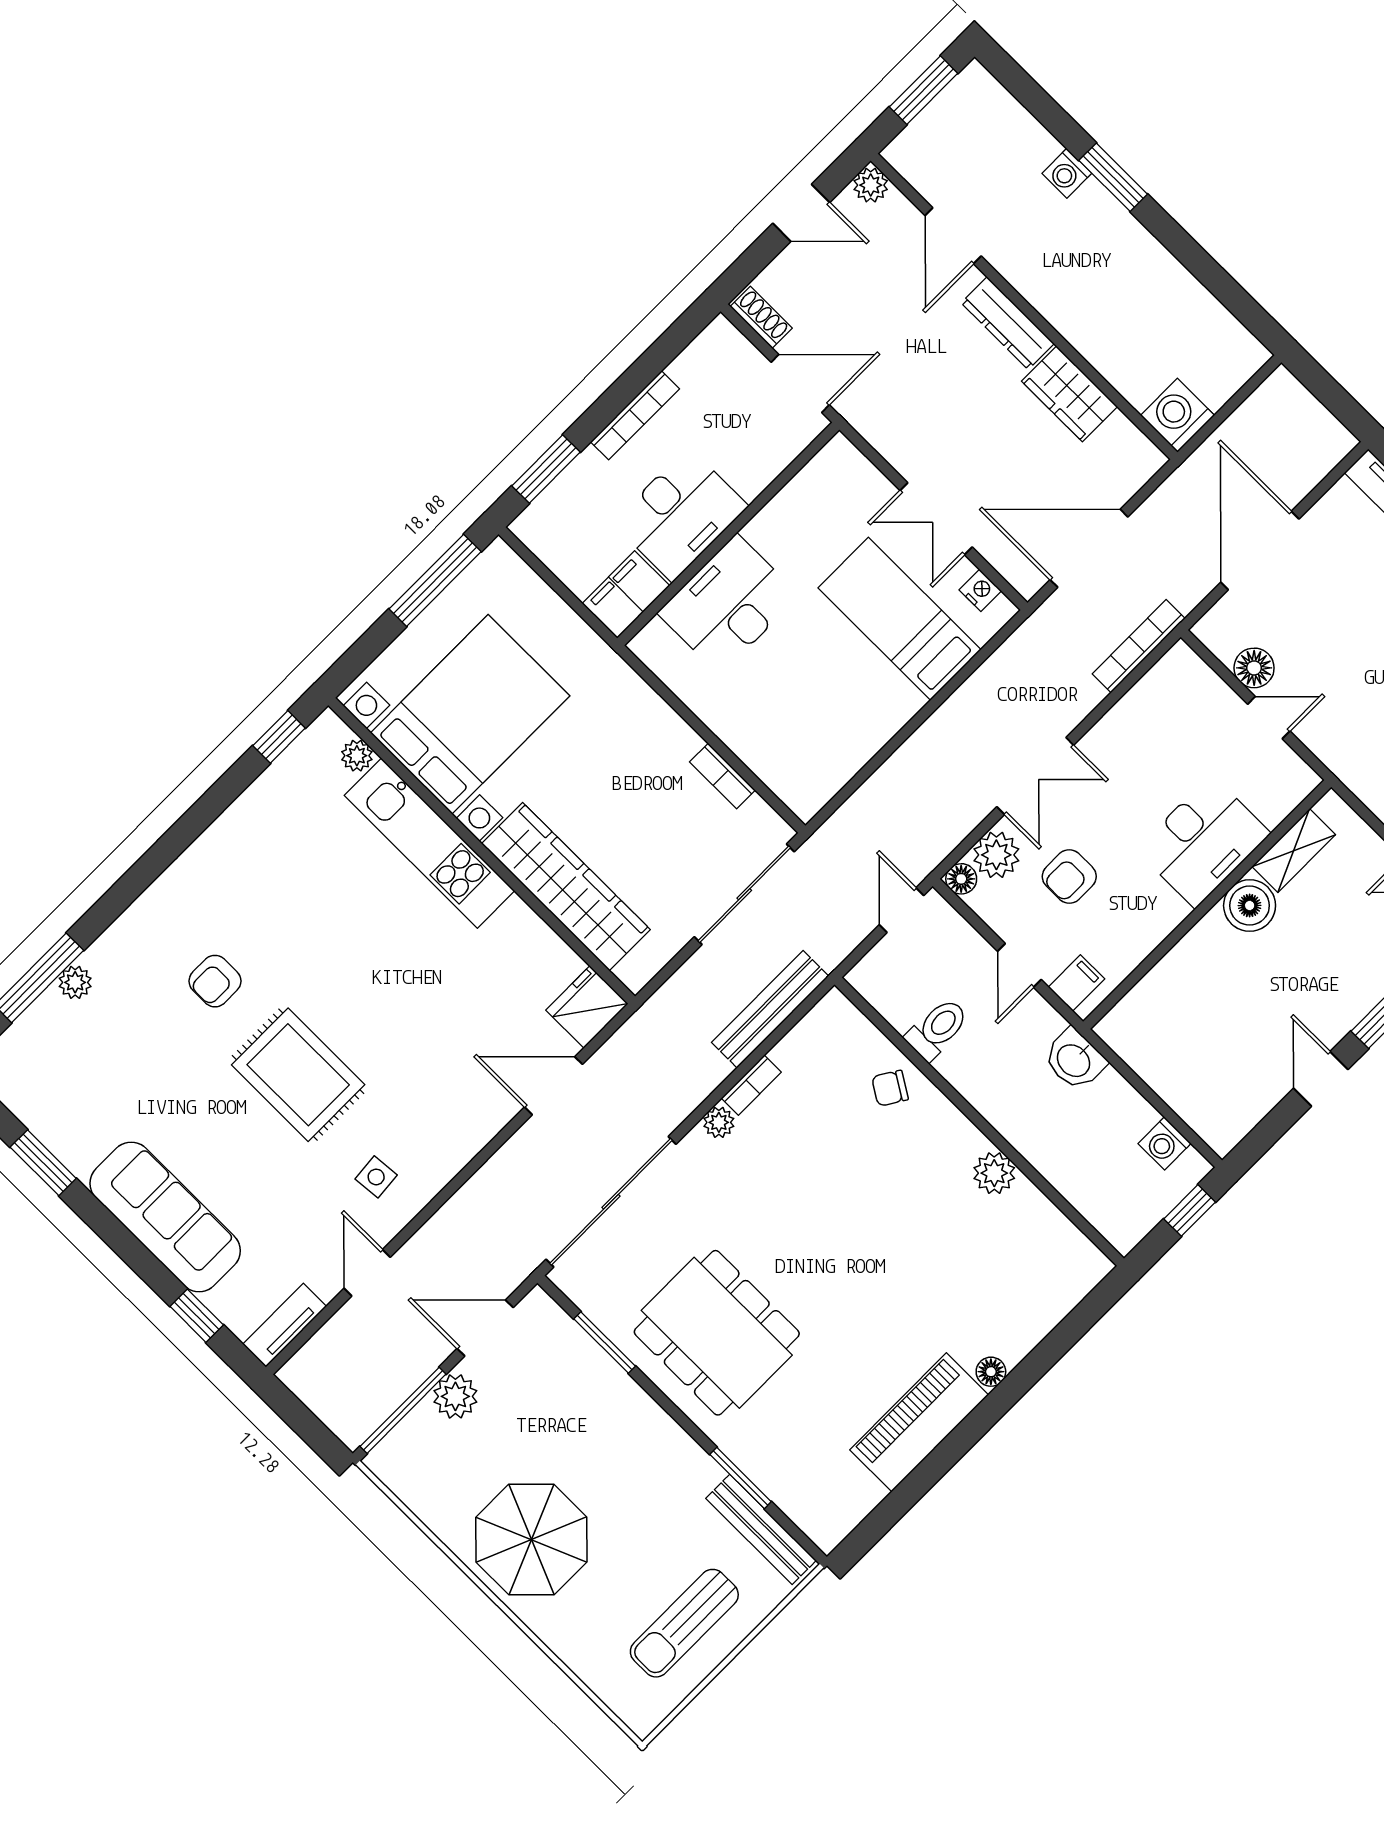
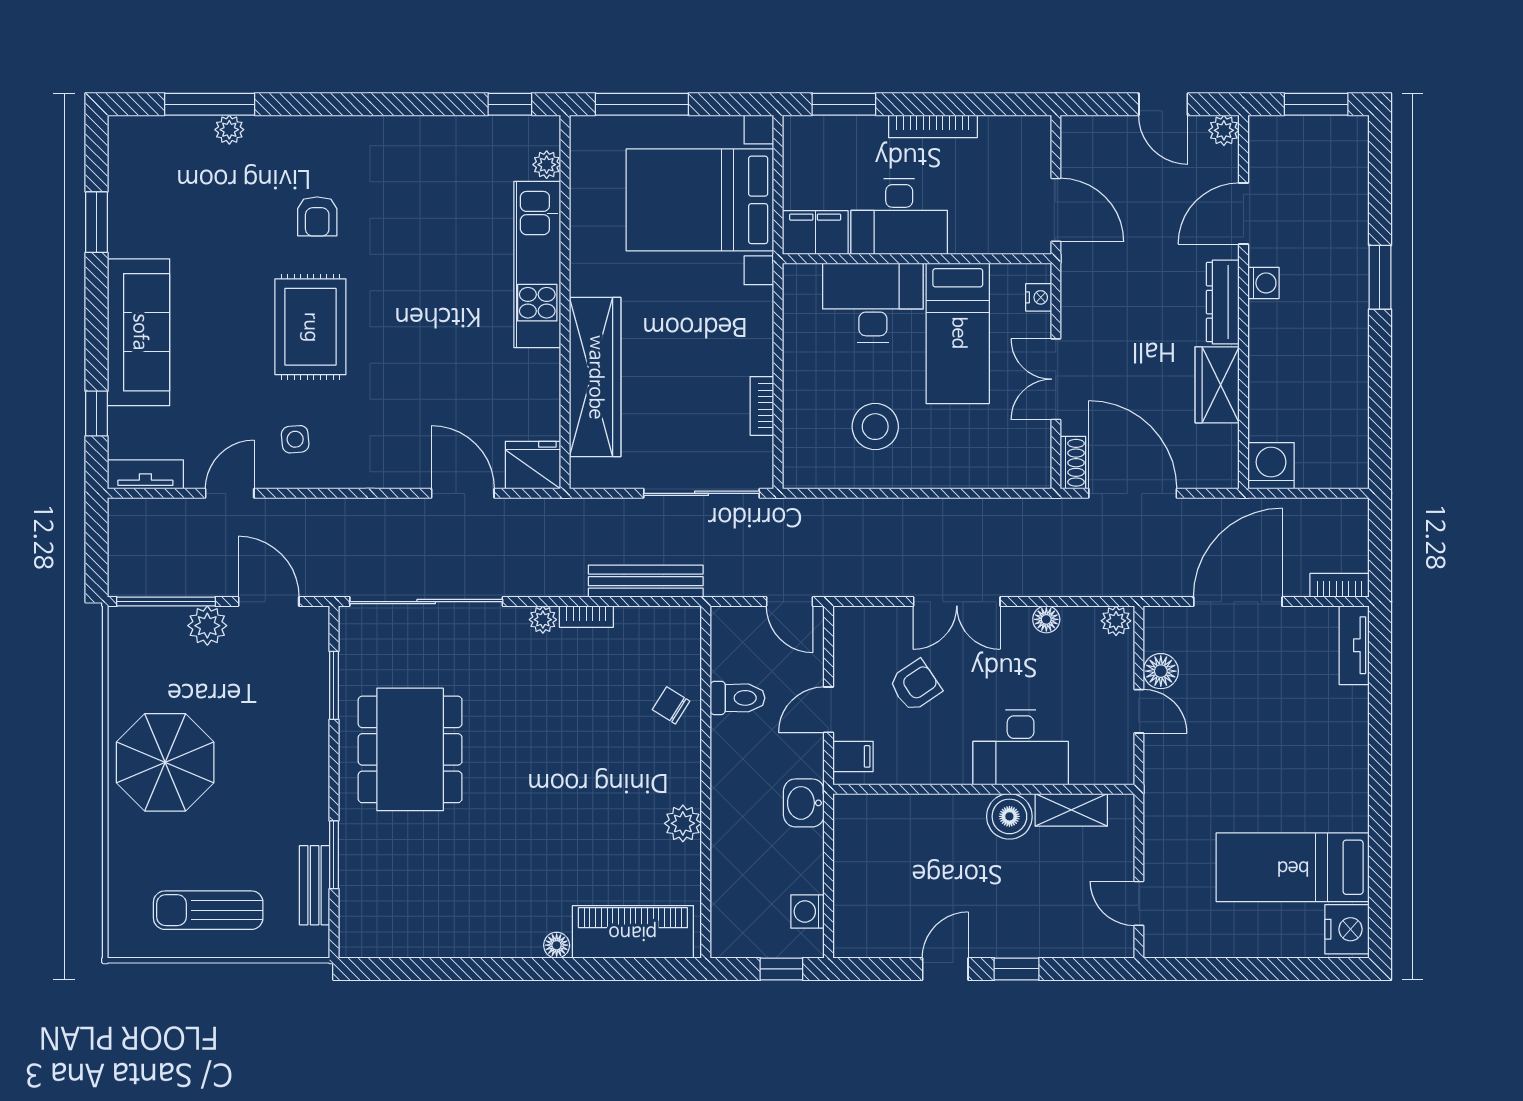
washing machine: (1067, 173) -> (1263, 283), moved, turned 180
shoe rack: (761, 317) -> (1073, 463), moved
window: (435, 580) -> (642, 104), moved
nightstand: (980, 590) -> (1039, 297), moved
bed: (900, 619) -> (958, 333), moved, turned 180
bookcase: (1139, 646) -> (1339, 585), moved, width x0.64
stool: (830, 702) -> (875, 427), added
bed with nightstands: (470, 714) -> (700, 200), moved, turned 180
plant: (996, 855) -> (1116, 621), moved, width x0.73, depth x0.73
armchair: (1069, 876) -> (915, 686), turned 146
floor lamp: (961, 879) -> (1046, 619), moved
door: (902, 910) -> (790, 602), swing flipped
armchair: (215, 981) -> (317, 216), turned -90
piano: (919, 1422) -> (633, 932), moved
bench: (761, 1529) -> (315, 885), width x0.73

